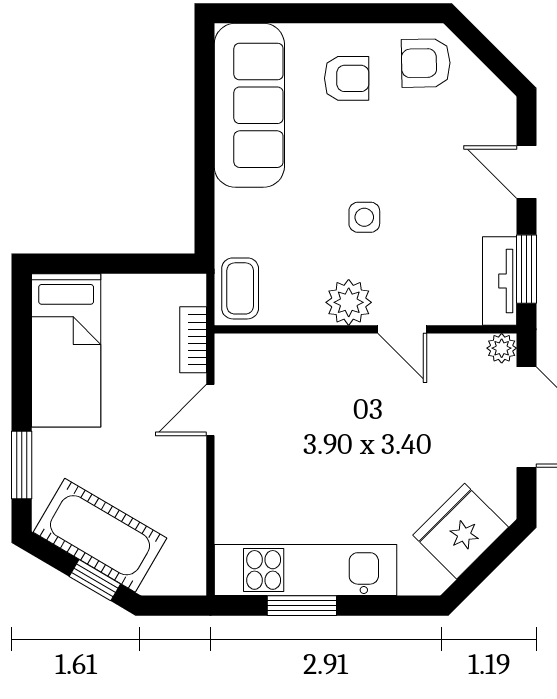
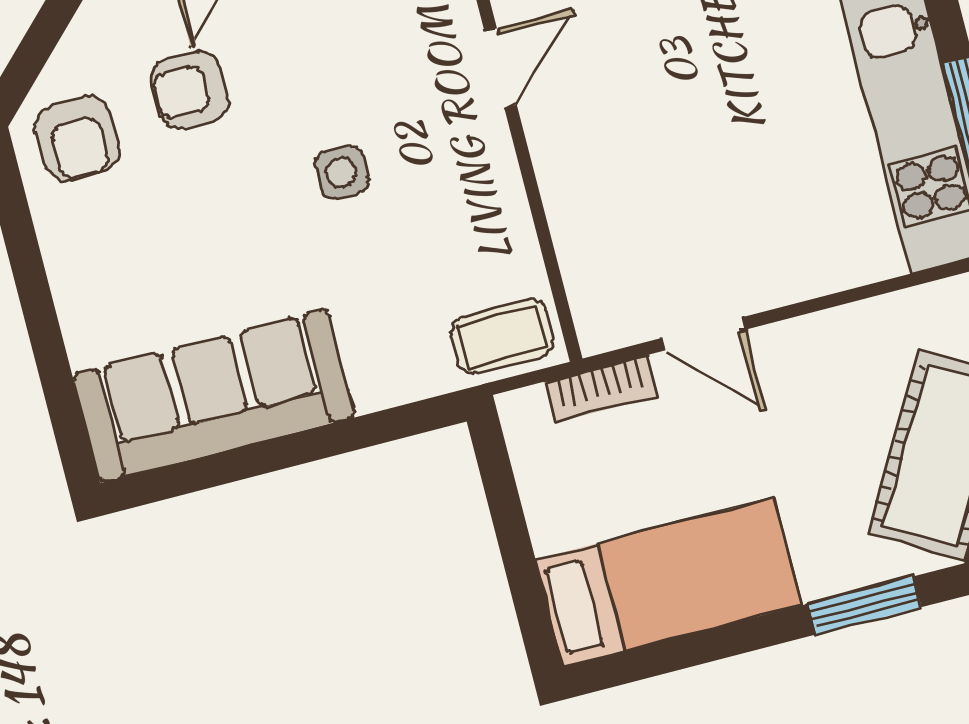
armchair: (347, 78) -> (190, 90), moved, turned -90
plant: (349, 302) -> (480, 162), removed

